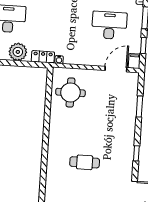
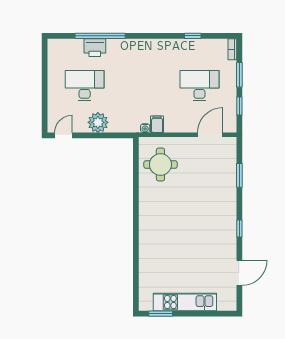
locker: (43, 57) -> (127, 126), removed
filing cabinet: (134, 61) -> (157, 124), moved
cafe table: (85, 162) -> (182, 242), removed

